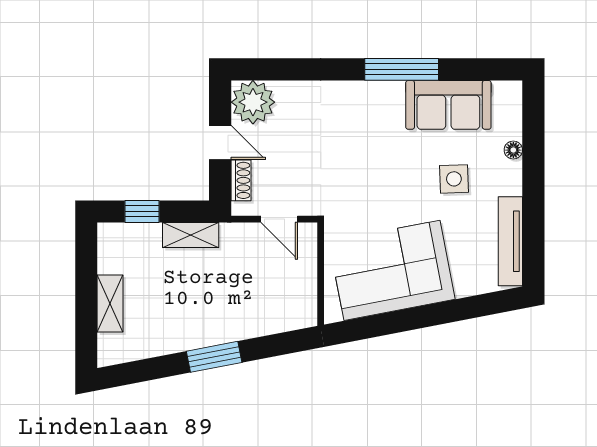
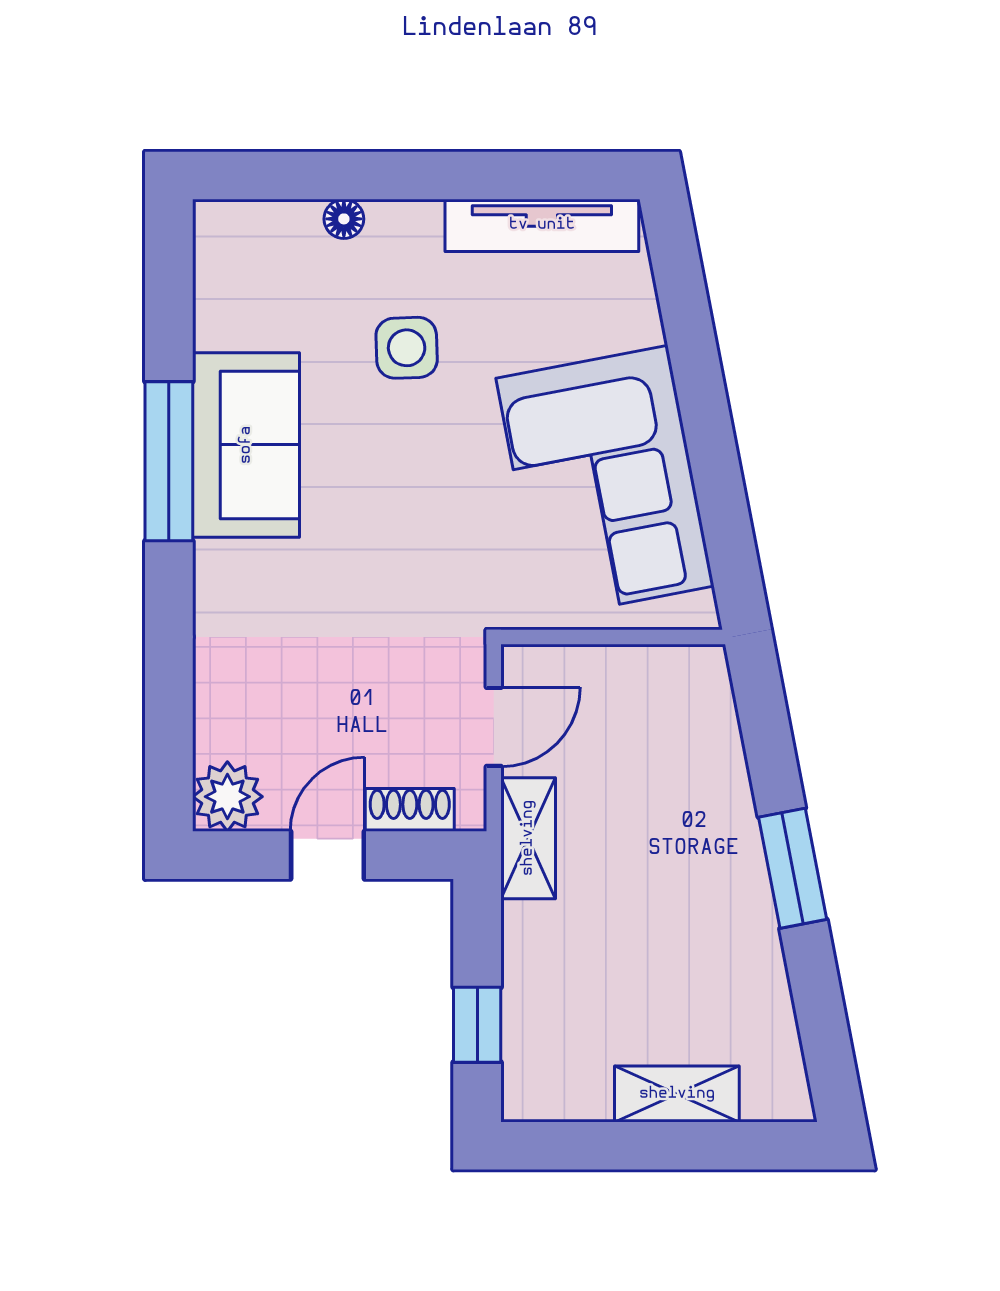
plant: (253, 102) -> (227, 797), width x0.73, depth x0.73
sofa: (448, 105) -> (246, 445), moved
shelving: (191, 235) -> (528, 838), moved

